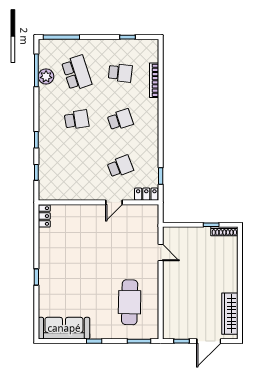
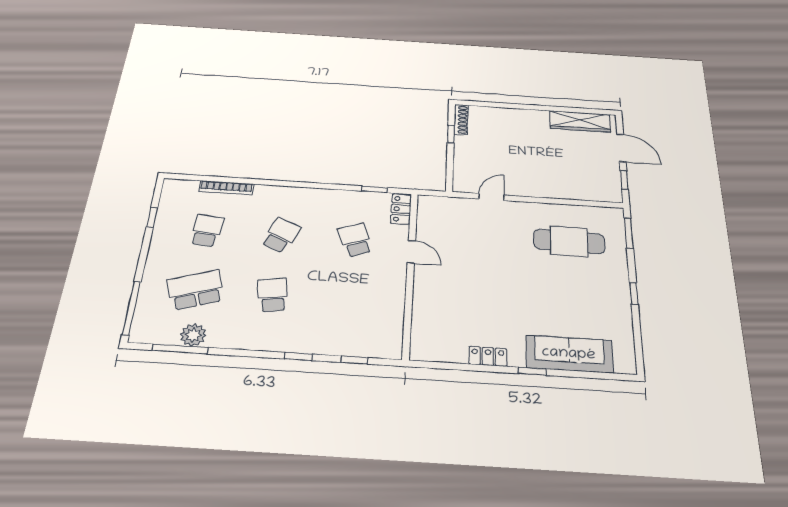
school desk: (120, 120) -> (281, 235), turned 42
locker: (44, 216) -> (488, 356), moved
sofa: (64, 328) -> (569, 354), moved, turned 90

